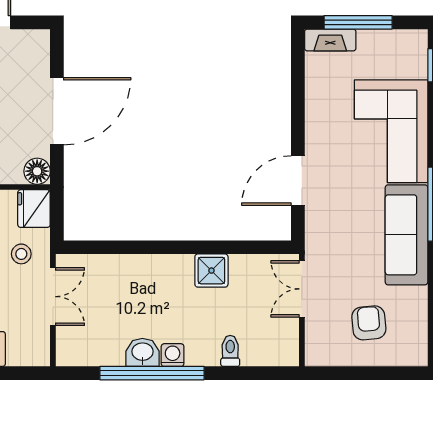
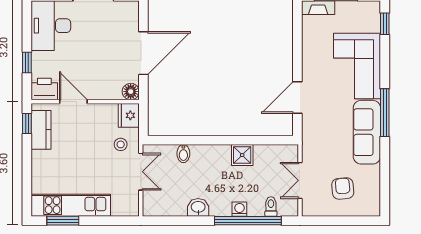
bidet: (119, 268) -> (183, 154), added
double door: (302, 289) -> (300, 180), moved
toilet: (230, 351) -> (271, 206), moved
washing machine: (173, 355) -> (239, 209), moved
window: (152, 373) -> (248, 221), moved

